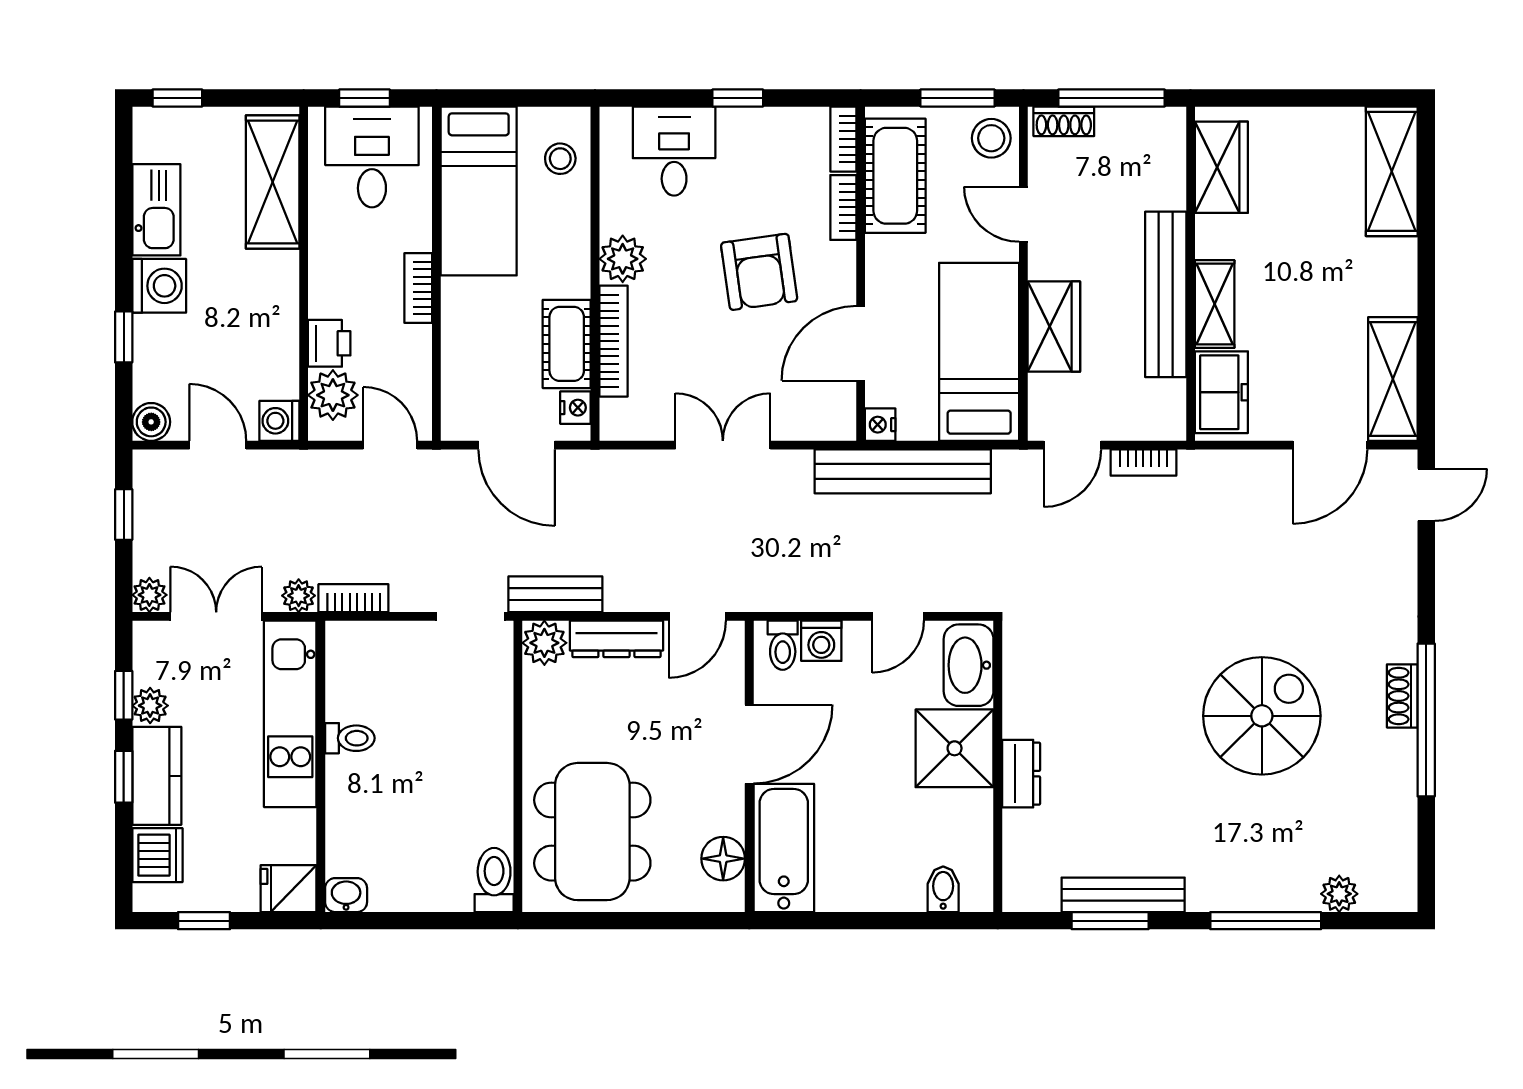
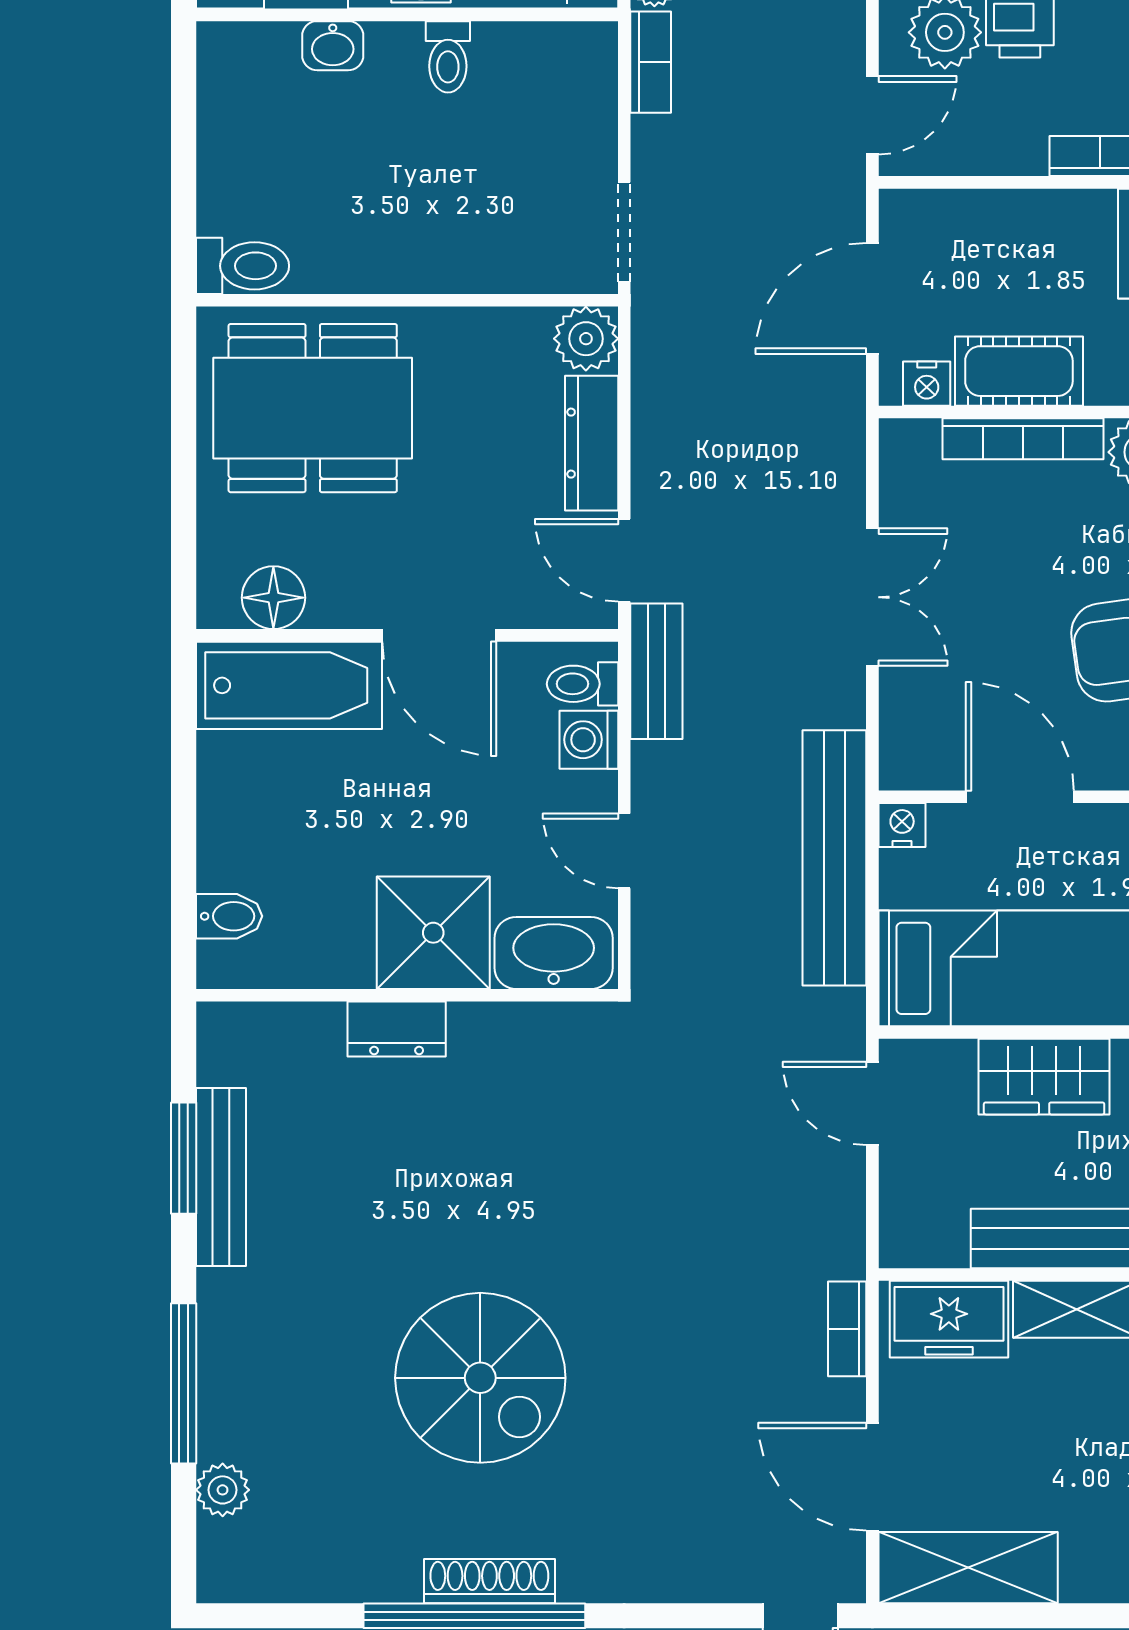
bookcase: (1143, 462) -> (847, 1329), moved
bench: (555, 594) -> (656, 671), moved
shoe rack: (1402, 696) -> (489, 1581), width x1.43
washbasin: (346, 895) -> (333, 46), moved, turned 90

